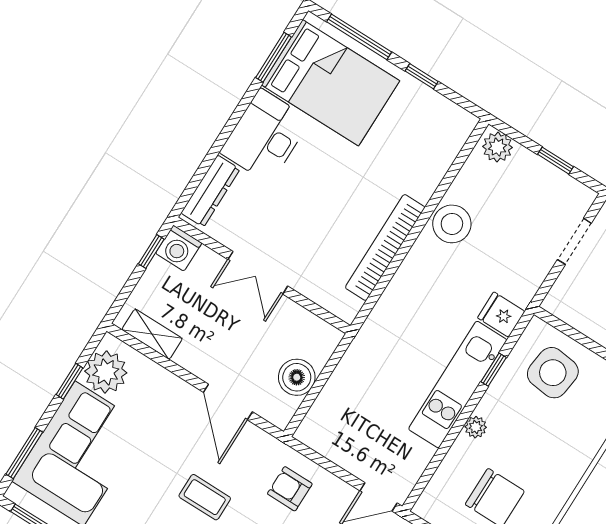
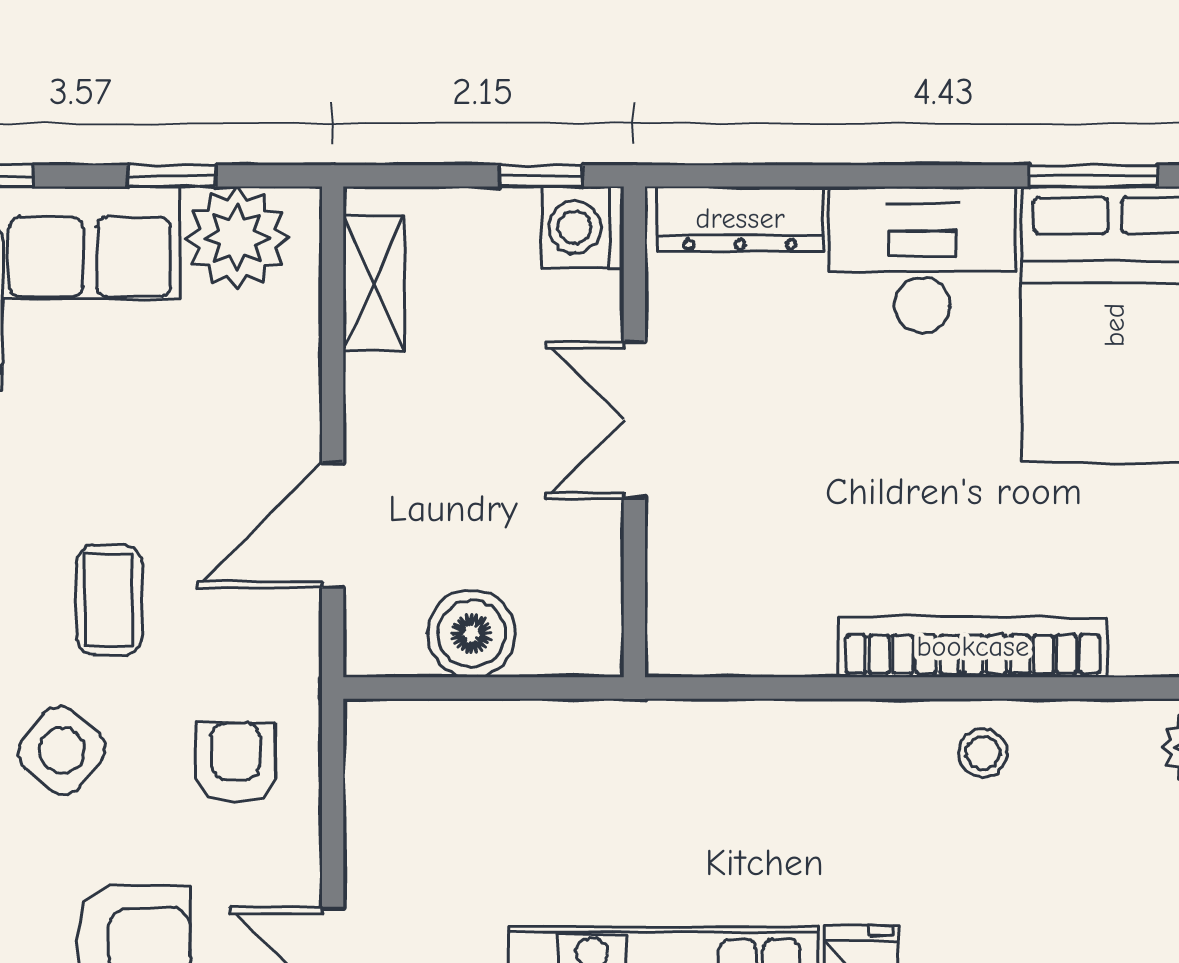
stool: (452, 224) -> (983, 753), width x0.53, depth x0.53
bookcase: (385, 247) -> (973, 647), moved

